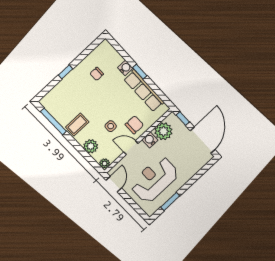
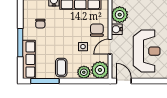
window: (65, 72) -> (20, 43), width x2.17
row of seats: (58, 92) -> (29, 59), added
plant: (105, 164) -> (100, 70), width x1.87, depth x1.87
reception desk: (154, 179) -> (147, 51), turned 180

